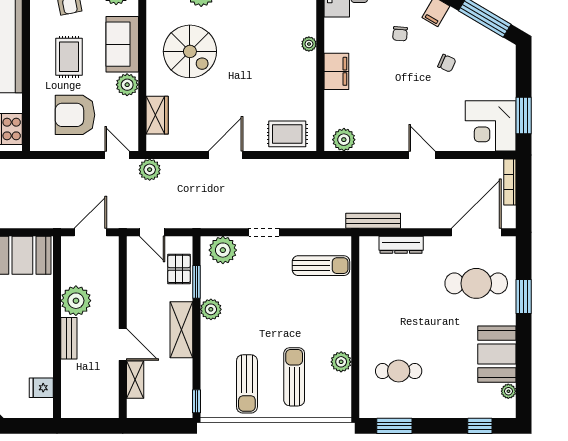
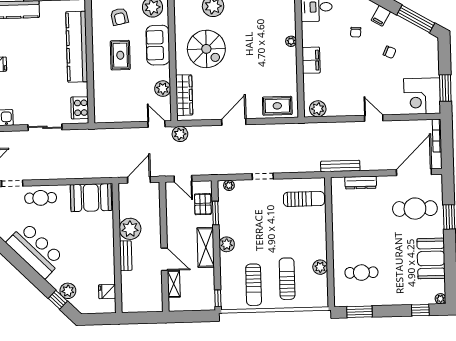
plant: (127, 85) -> (163, 89), moved
armchair: (75, 115) -> (126, 96), removed
wardrobe: (157, 115) -> (184, 95), width x1.50
plant: (223, 250) -> (229, 185), width x0.53, depth x0.53
plant: (211, 309) -> (227, 244), moved
plant: (508, 391) -> (440, 299), moved

